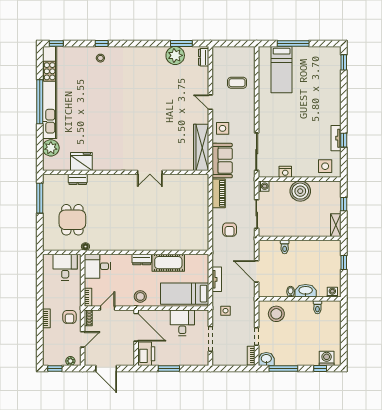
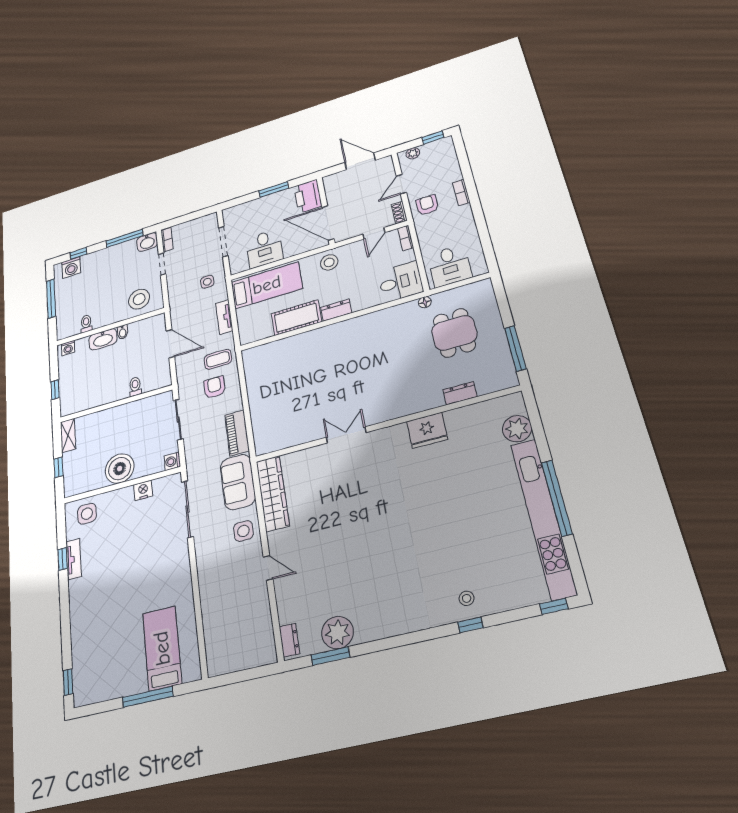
coffee table: (237, 83) -> (218, 359), moved
fridge: (81, 161) -> (427, 430), moved
window: (344, 337) -> (51, 299), added

